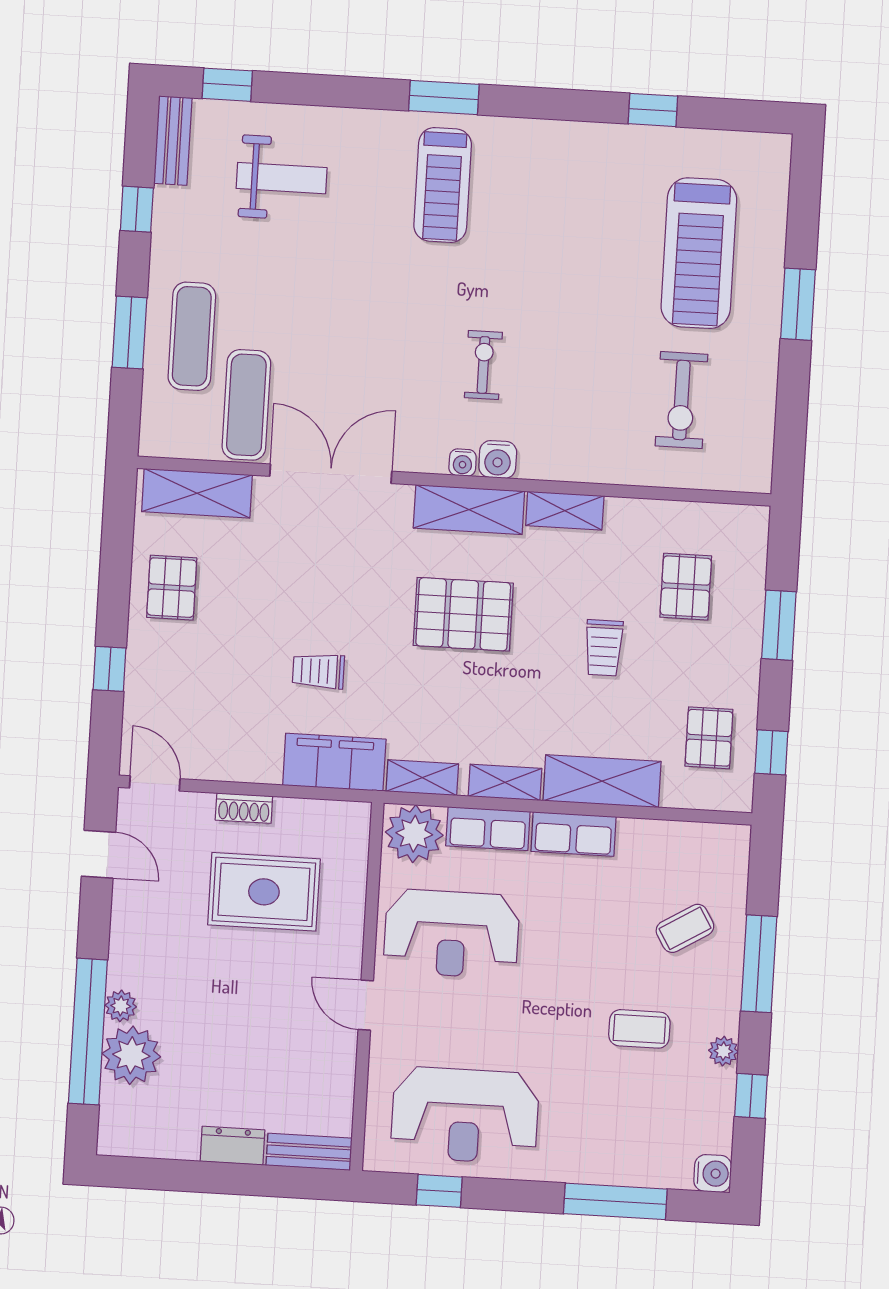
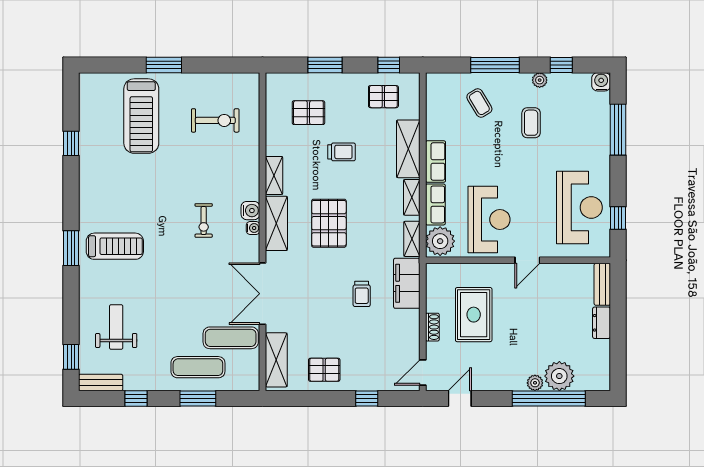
treadmill: (699, 253) -> (141, 116), turned 90
exercise bike: (483, 365) -> (204, 220), turned -90

